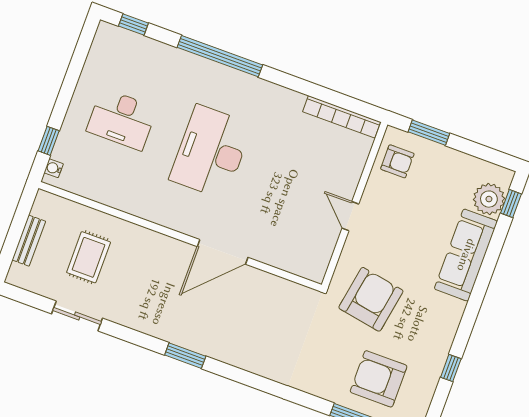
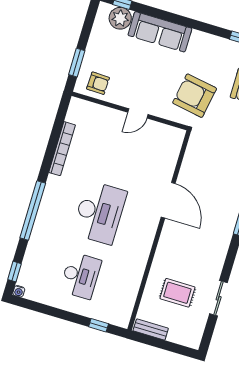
bookcase: (342, 117) -> (62, 149), moved
desk: (211, 152) -> (99, 213), turned -90
armchair: (397, 161) -> (98, 83), turned 92
water cooler: (54, 168) -> (19, 291), moved
bench: (29, 241) -> (151, 330), moved

